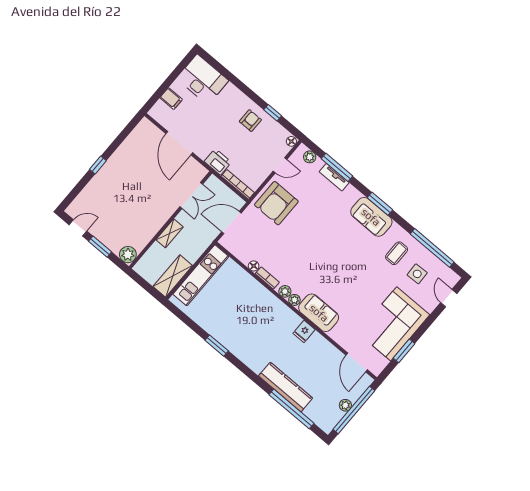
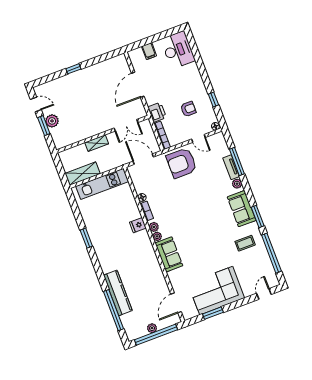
armchair: (250, 121) -> (188, 109), moved
plant: (310, 157) -> (237, 184), moved
window: (380, 204) -> (258, 217), moved
plant: (128, 255) -> (52, 121), moved
side table: (417, 274) -> (251, 265), removed
fridge: (304, 331) -> (138, 225), moved

